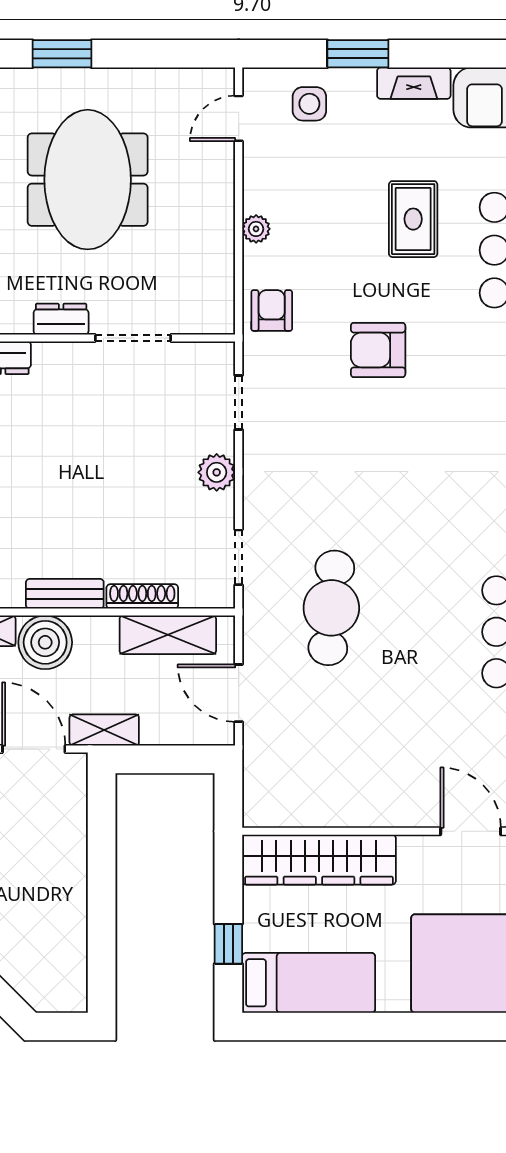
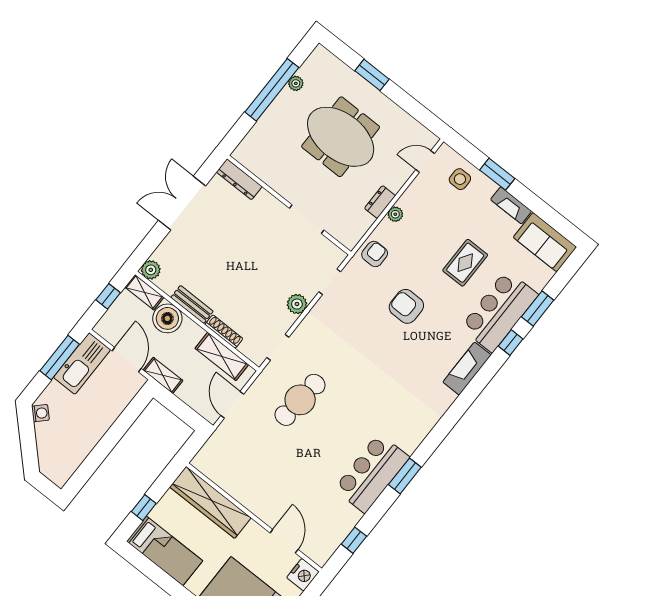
meeting table: (88, 180) -> (341, 137), turned 90
dresser: (61, 319) -> (380, 202), moved, turned -90

